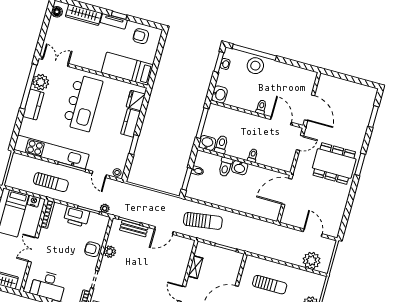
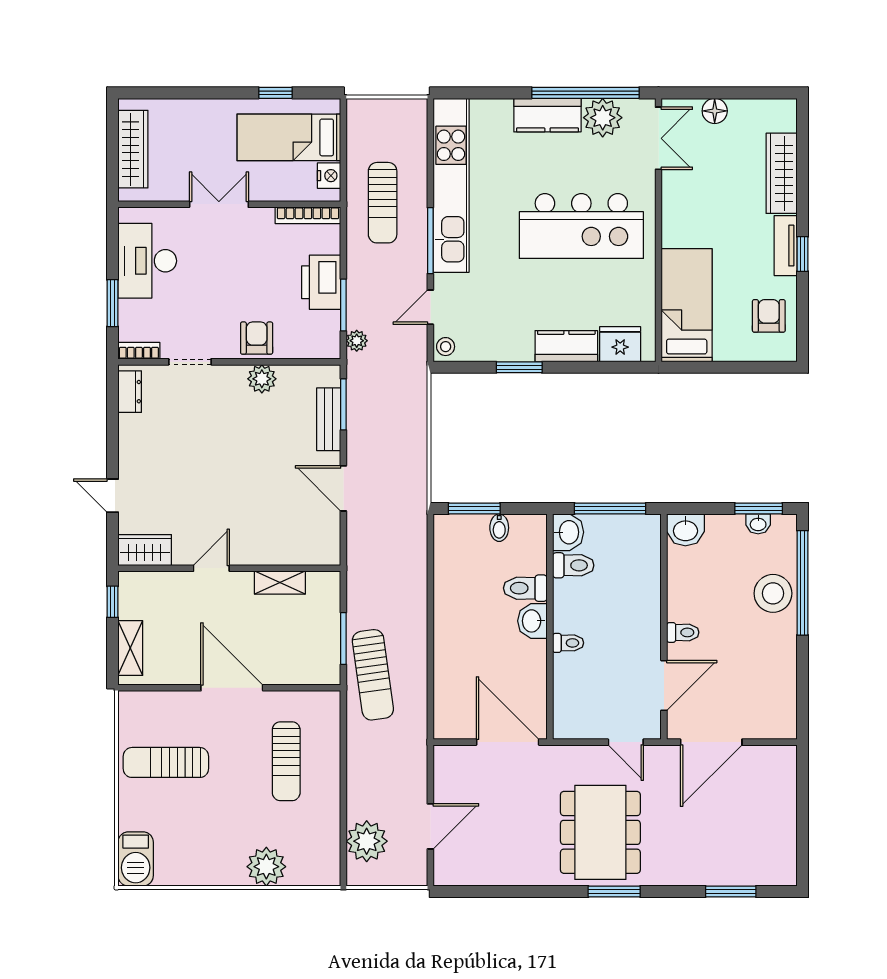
floor lamp: (57, 12) -> (715, 111), moved
sun lounger: (203, 221) -> (373, 675), moved

